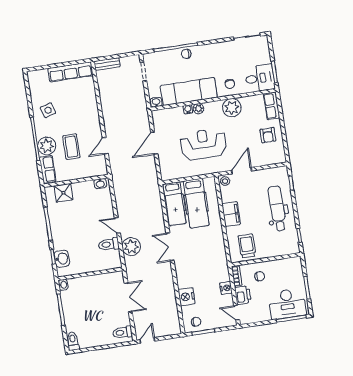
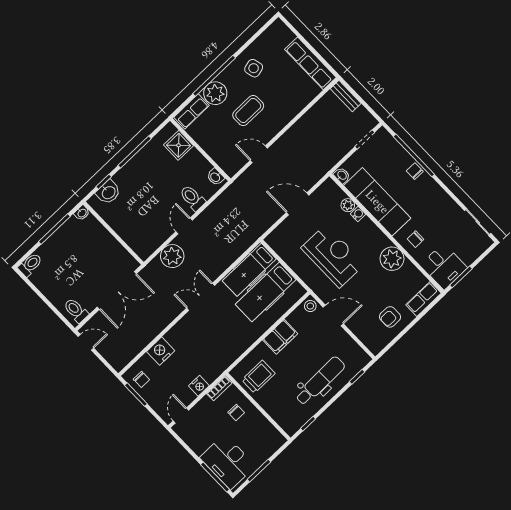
plant: (198, 109) -> (348, 205), moved
coffee table: (71, 147) -> (248, 110), moved
toilet: (109, 244) -> (192, 198), moved
printer: (243, 295) -> (204, 409), removed
double door: (128, 297) -> (117, 290), width x1.37

